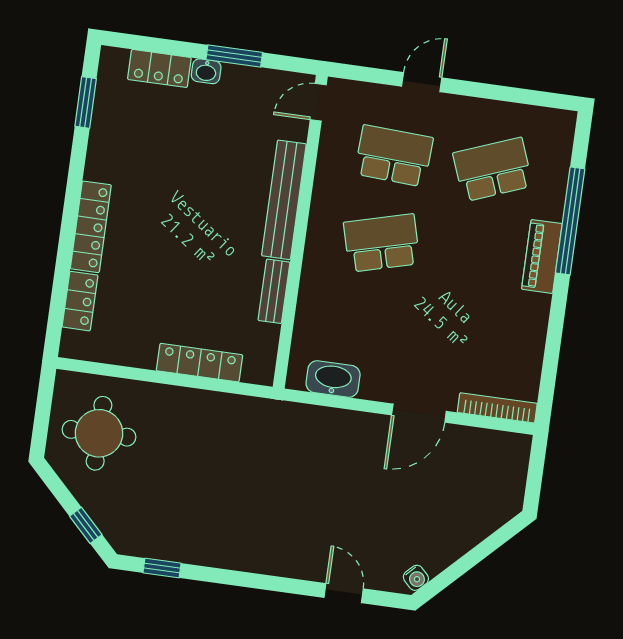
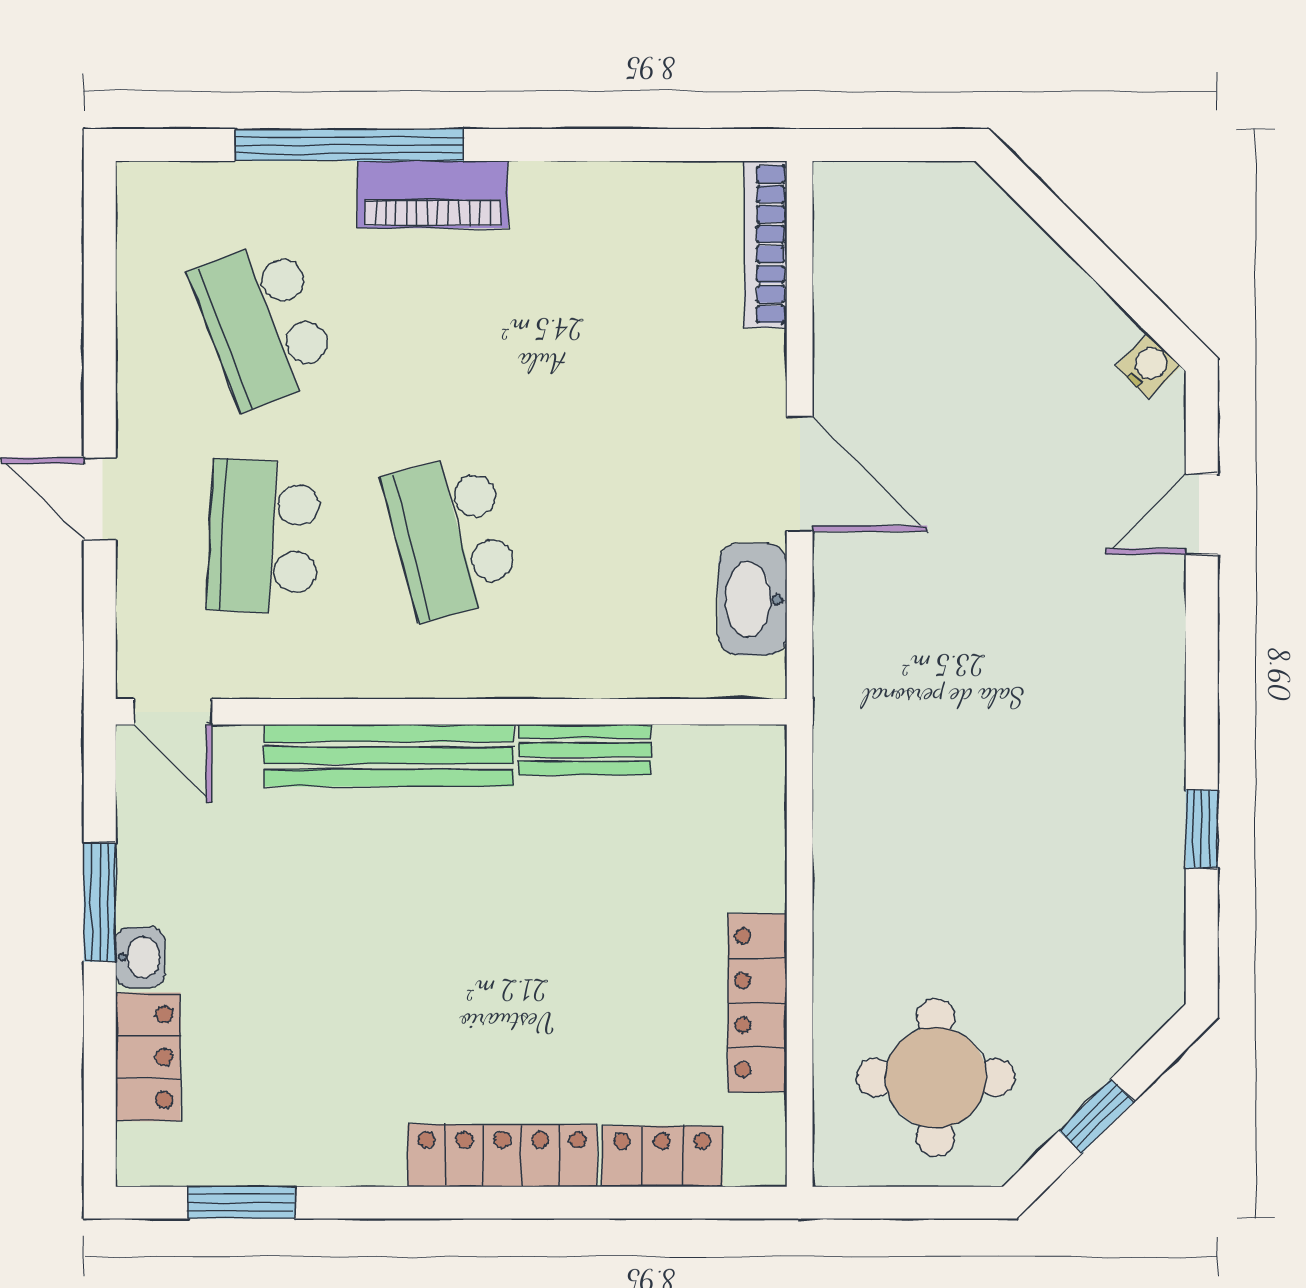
locker: (199, 363) -> (757, 1003), moved
door: (419, 413) -> (800, 474), moved
window: (86, 525) -> (1096, 1116), moved
window: (162, 568) -> (1202, 829), moved

